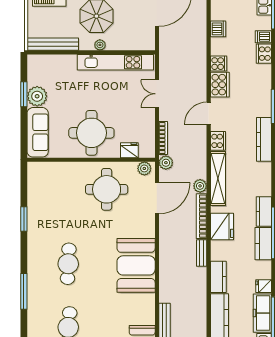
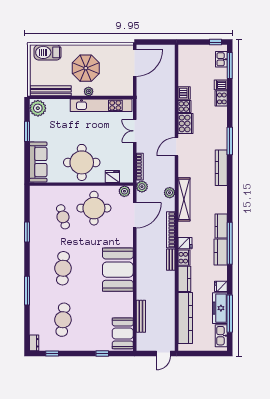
dishwasher: (218, 29) -> (184, 93), moved
plant: (37, 96) -> (38, 108), moved
cooker: (218, 141) -> (184, 258), moved
plant: (200, 186) -> (170, 193), moved
cafe table: (68, 200) -> (63, 217), added
fridge: (222, 226) -> (185, 243), width x0.53, depth x0.75

